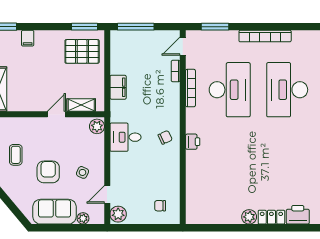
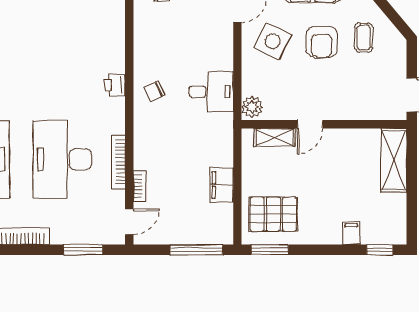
filing cabinet: (118, 87) -> (222, 185), moved
coffee table: (16, 155) -> (364, 38), moved
side table: (82, 172) -> (273, 41), width x1.87, depth x1.87

